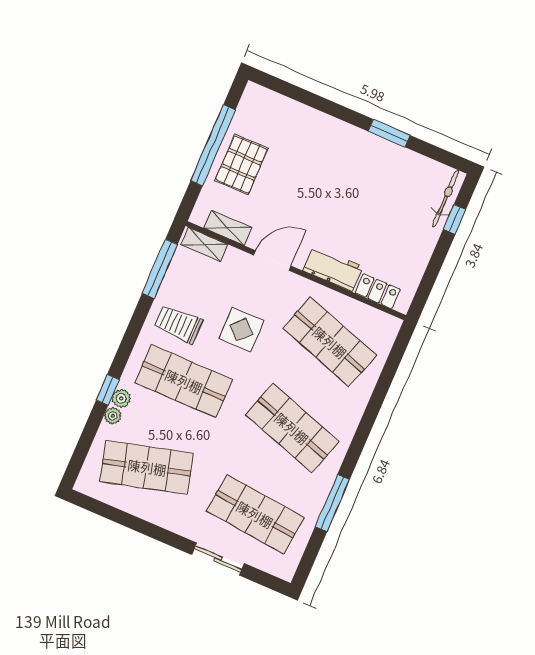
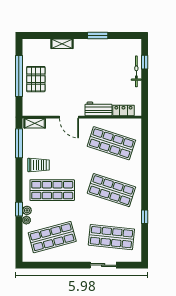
bicycle: (445, 199) -> (136, 71), moved
shelving: (228, 228) -> (62, 44), moved
door: (272, 260) -> (69, 117), swing flipped
trolley: (178, 324) -> (38, 165), turned 180
display table: (241, 330) -> (69, 155), removed
window: (332, 503) -> (145, 217), width x0.46

